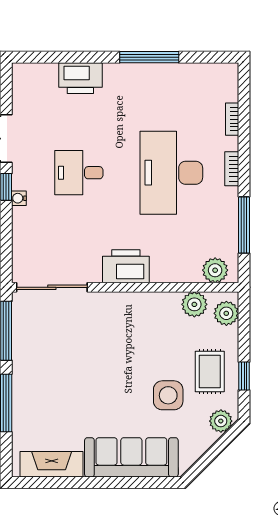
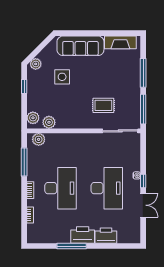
desk: (79, 173) -> (107, 188), width x1.87, depth x1.30
printer: (126, 266) -> (83, 235), moved, turned 180
rug: (210, 371) -> (103, 105), moved, turned 90

